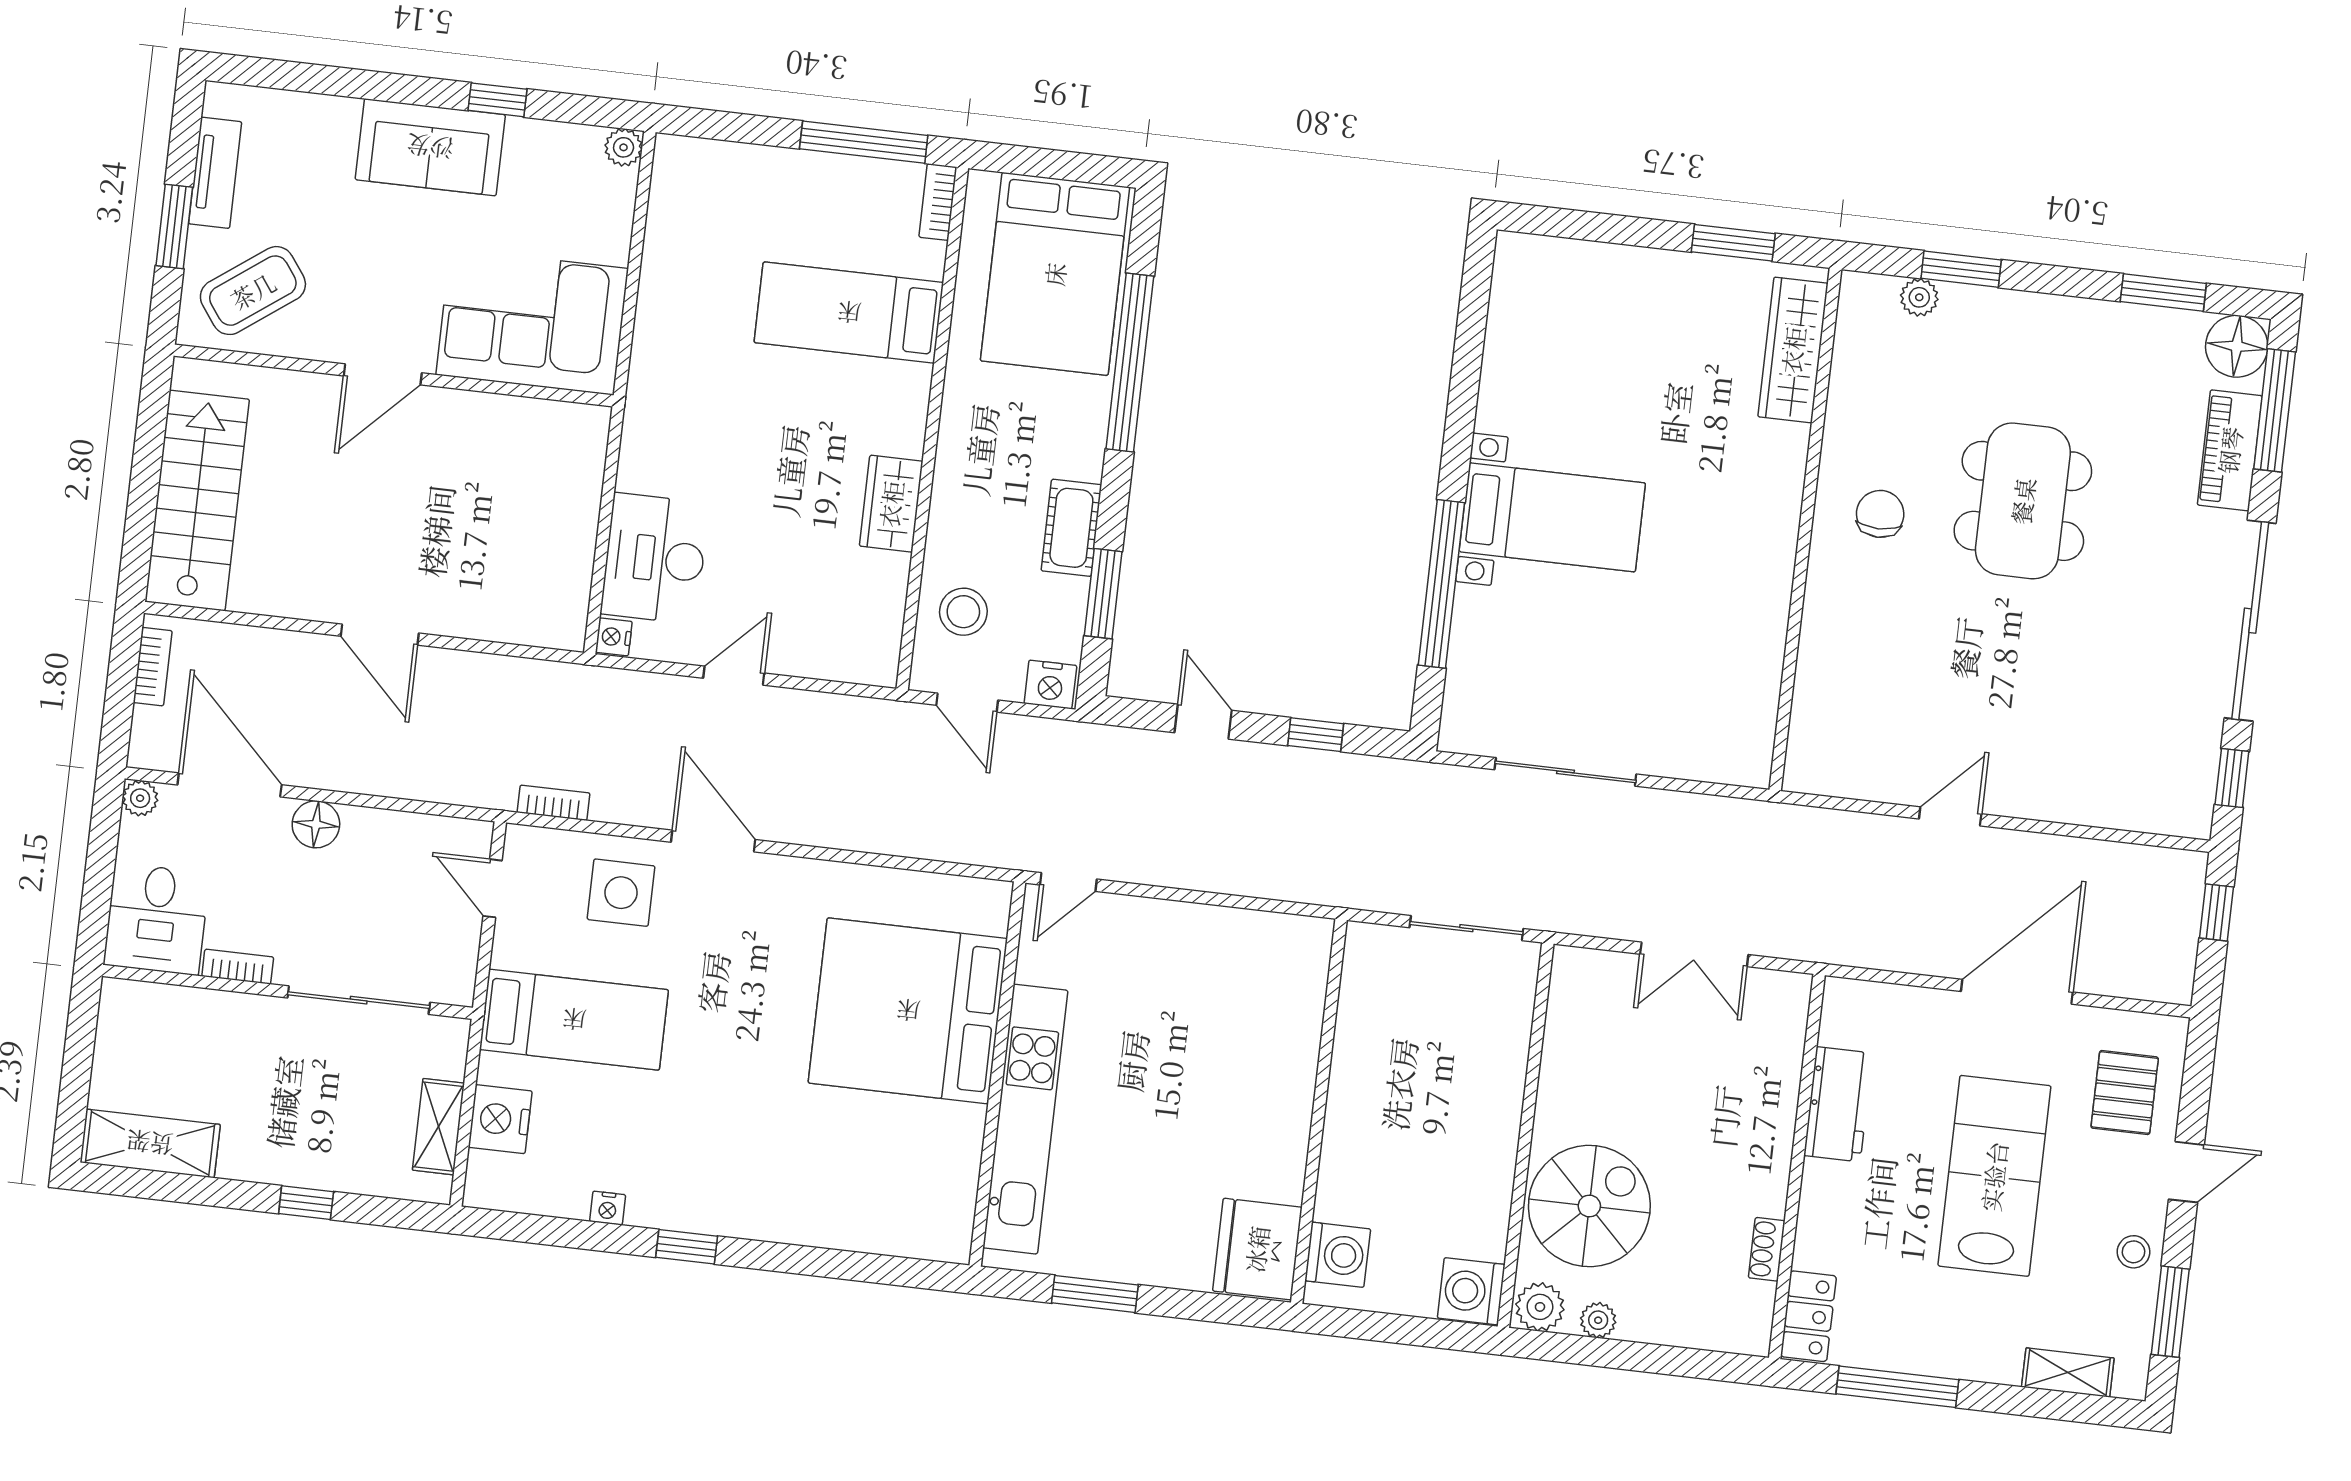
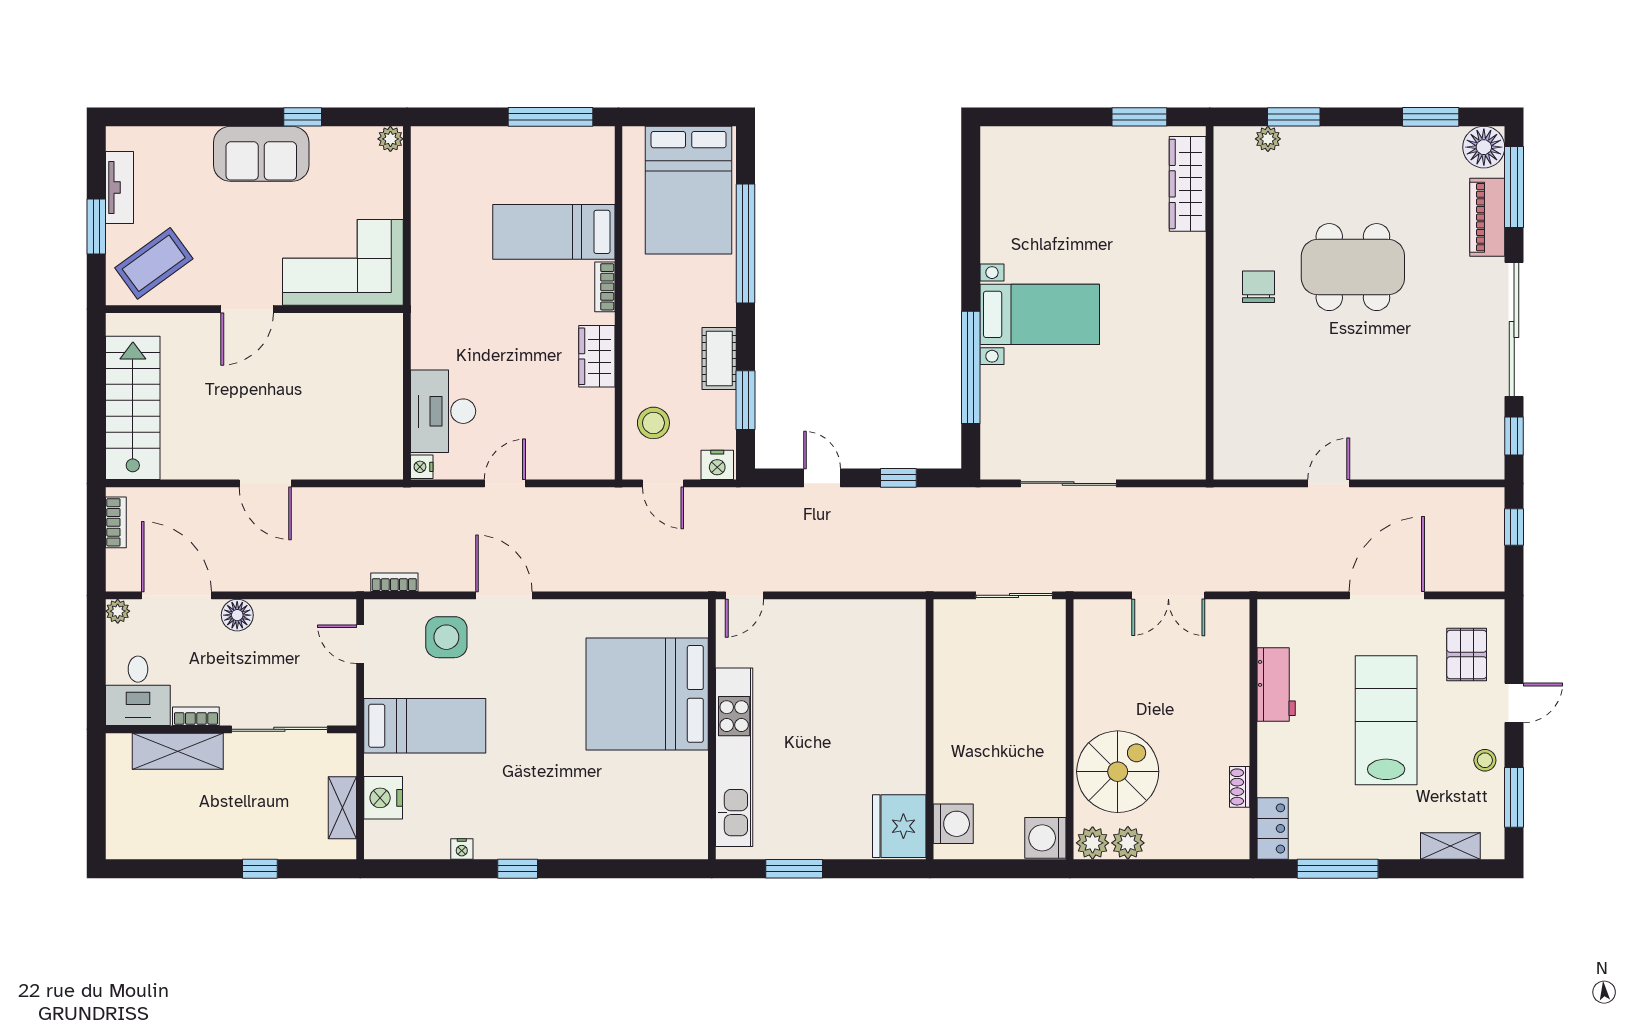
bookcase: (938, 202) -> (605, 287), moved
dining table: (2023, 501) -> (1353, 267), turned 90
shelving: (150, 1143) -> (178, 751), moved
plant: (1598, 1320) -> (1128, 843), width x1.38, depth x1.38

